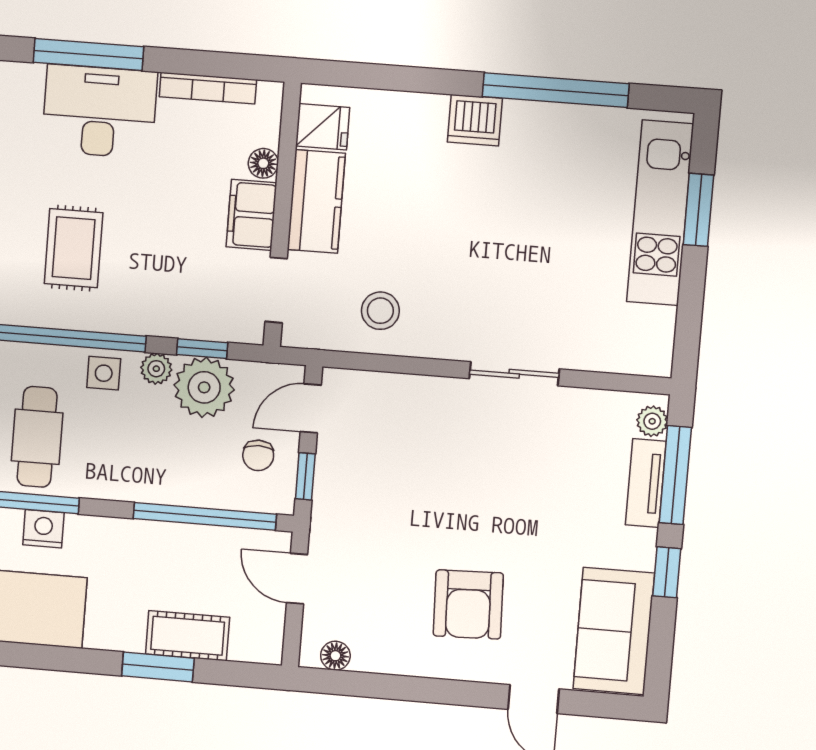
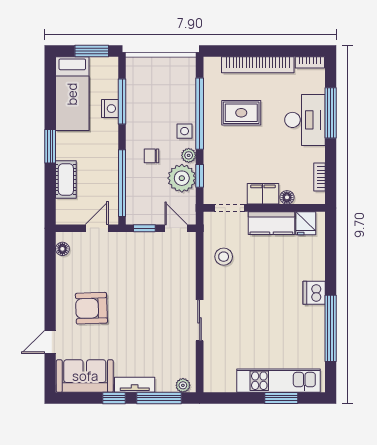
bookcase: (208, 88) -> (319, 177), width x0.64
cafe table: (37, 437) -> (153, 102), removed
chair: (258, 455) -> (152, 156), moved
tv unit: (646, 483) -> (135, 385), moved
window: (158, 667) -> (50, 146), moved

